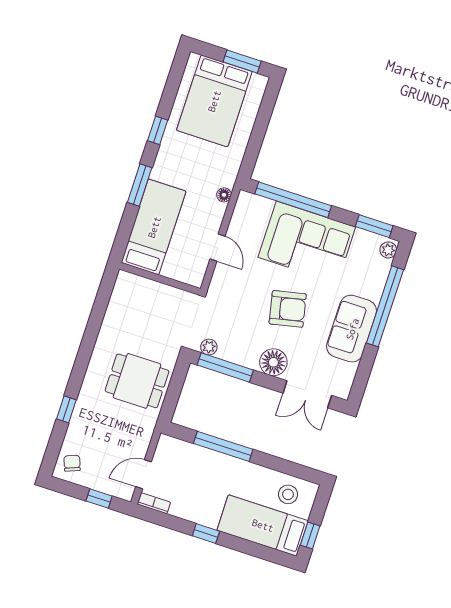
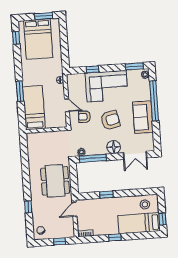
window: (158, 130) -> (16, 38), moved
window: (293, 200) -> (92, 69), width x0.32
armchair: (242, 283) -> (84, 117), added
dining table: (137, 381) -> (55, 181), width x1.37
window: (223, 446) -> (106, 195), width x0.46
door: (143, 474) -> (74, 209), moved

